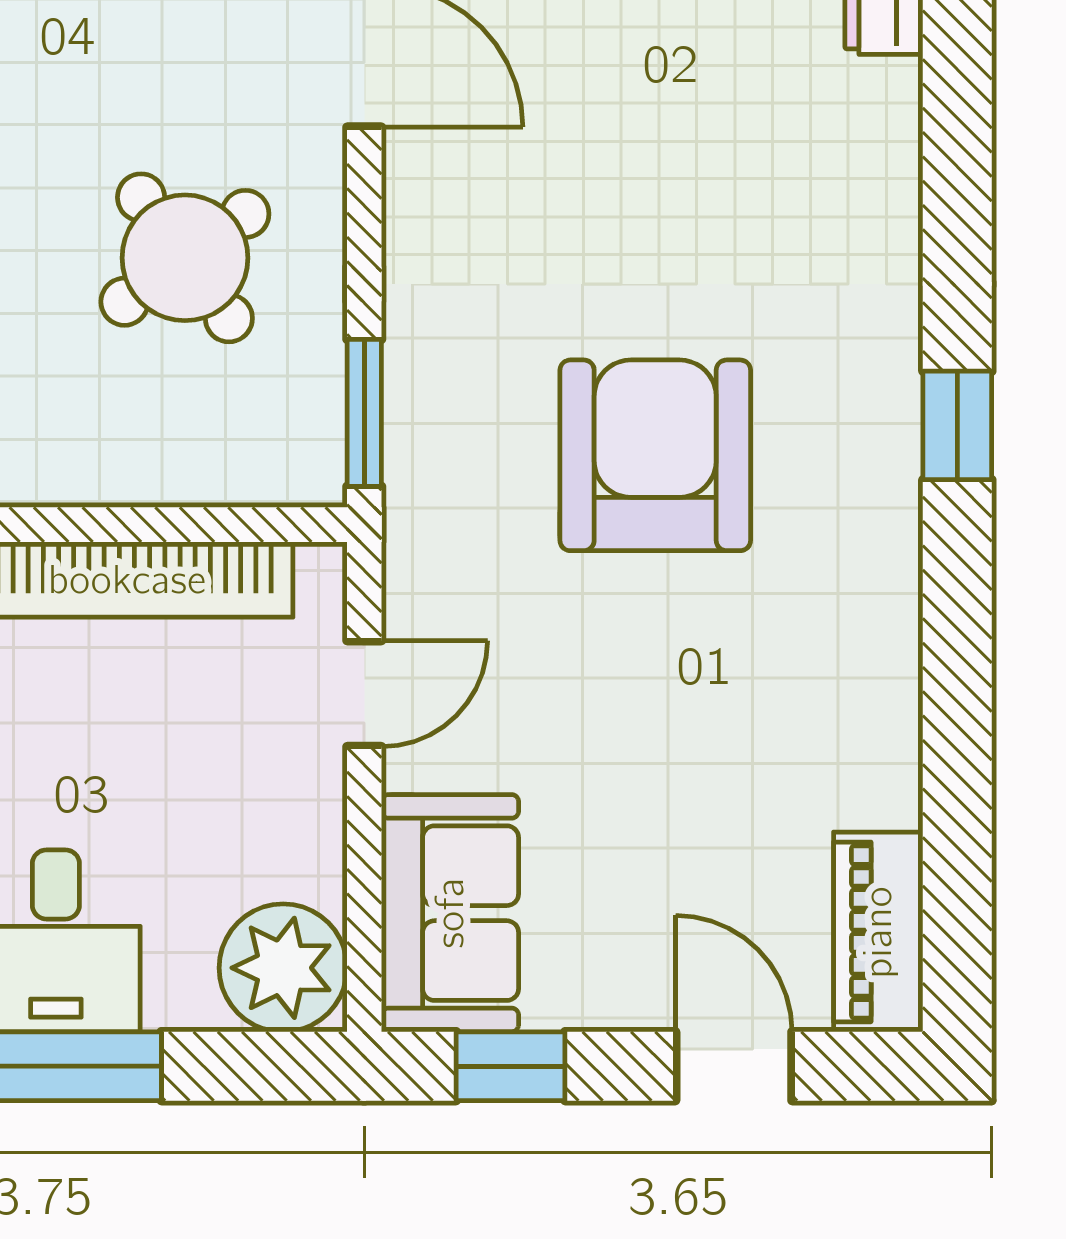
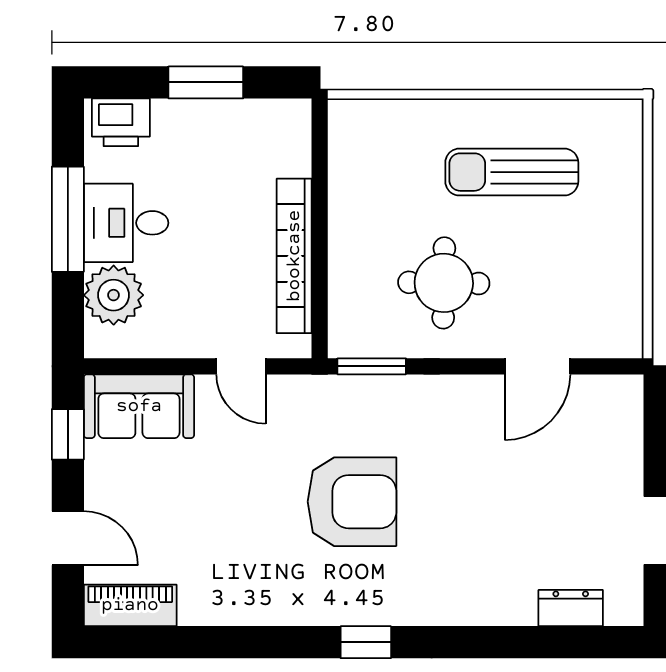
round table: (185, 258) -> (444, 283), turned 37
plant: (283, 968) -> (114, 295), moved
door: (734, 1066) -> (68, 538), hinge flipped

